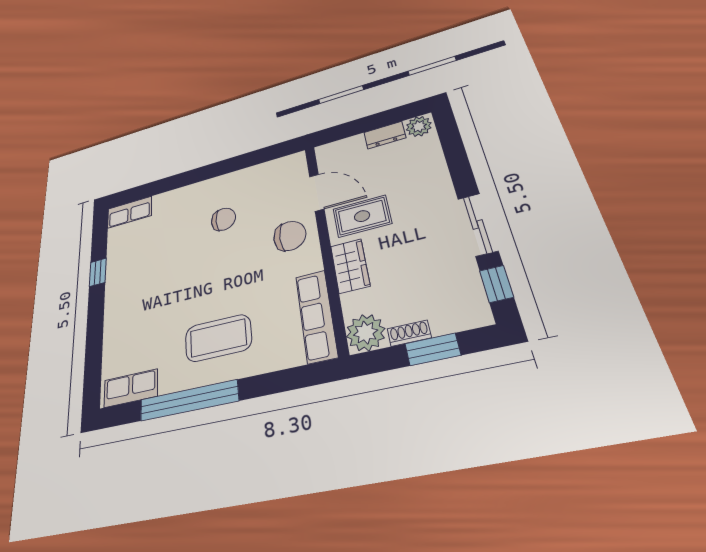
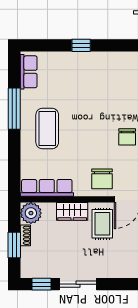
window: (98, 272) -> (81, 45), moved
window: (189, 400) -> (14, 109), width x0.68

